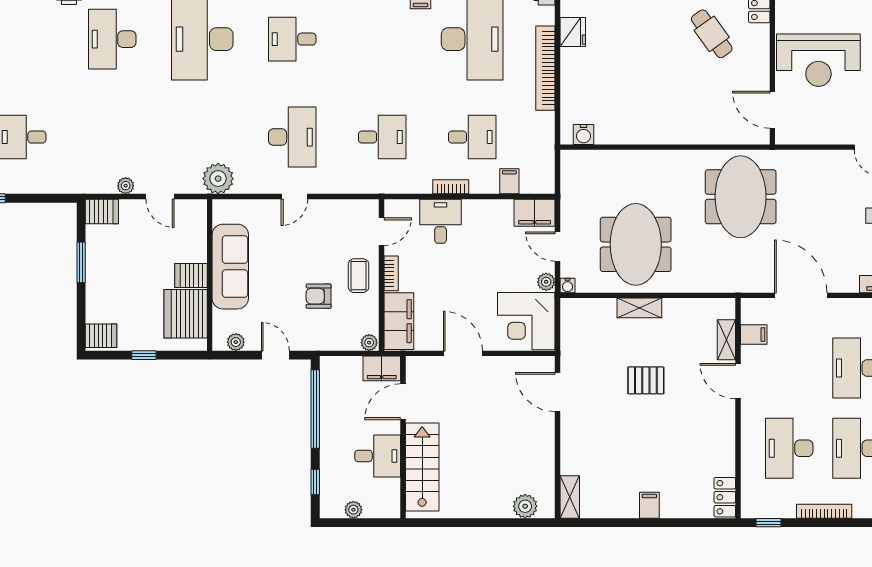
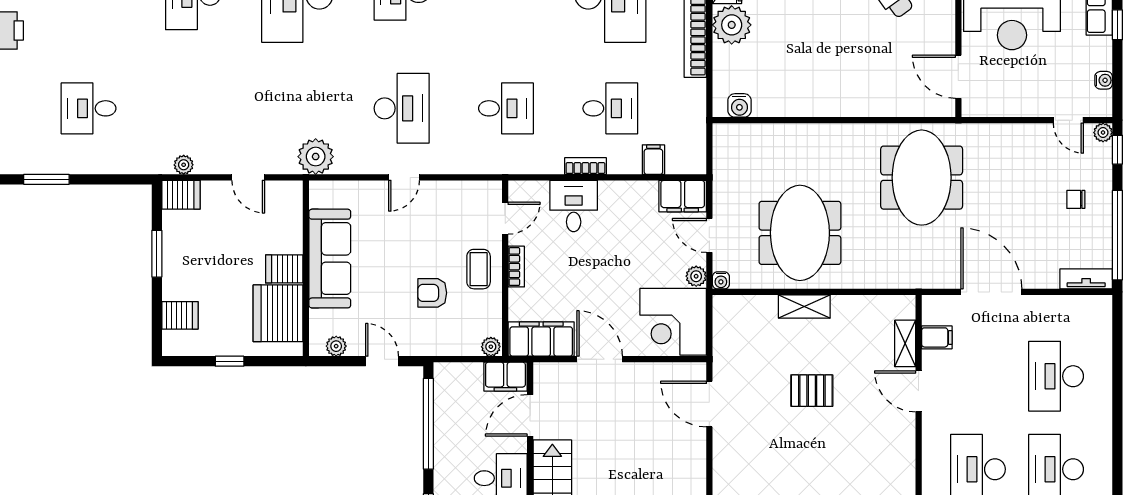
plant: (577, 65) -> (732, 25), added
plant: (126, 186) -> (184, 165), moved
filing cabinet: (399, 321) -> (541, 339), moved, turned -90
server rack: (101, 336) -> (180, 315), moved

